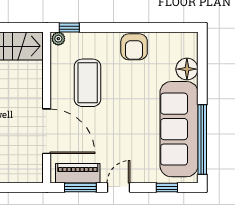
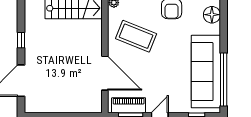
floor lamp: (187, 69) -> (212, 15), moved
coffee table: (88, 83) -> (136, 36), turned -68

